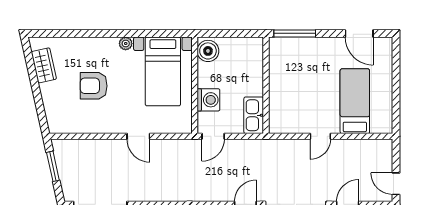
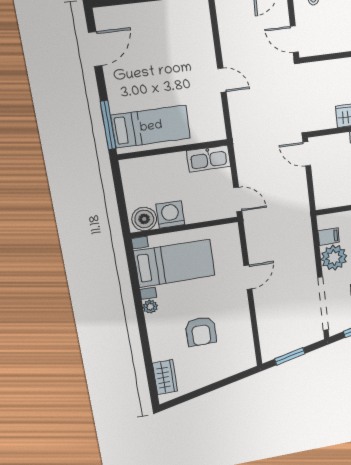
wardrobe: (44, 65) -> (165, 377), moved, turned 102
washing machine: (208, 100) -> (170, 215), moved
bed: (355, 101) -> (151, 127), moved, turned 180

